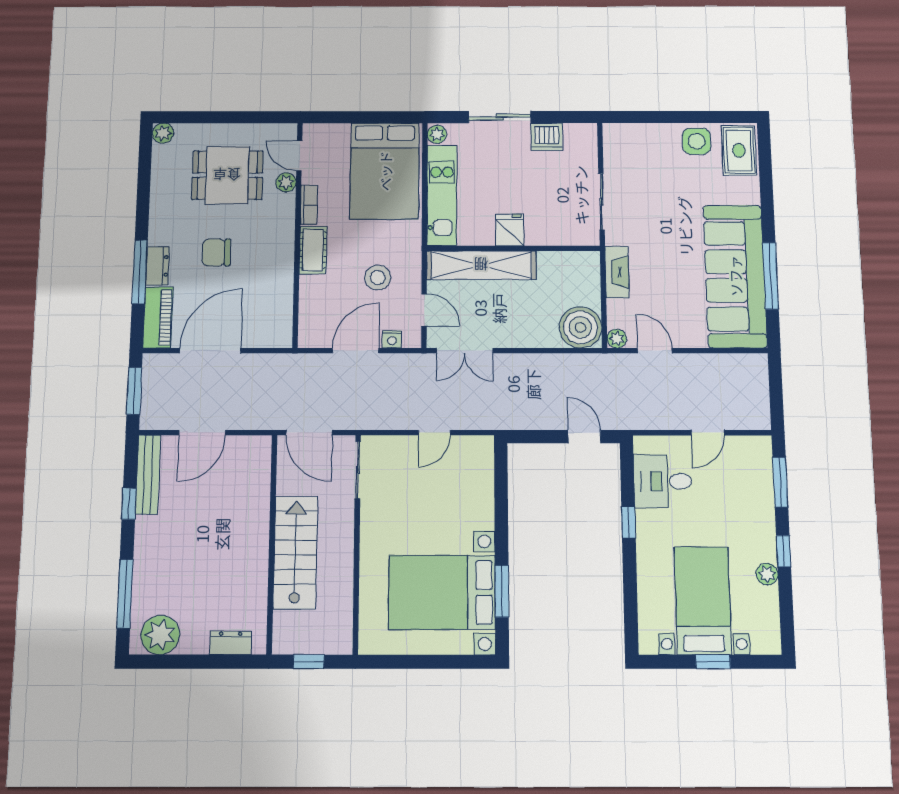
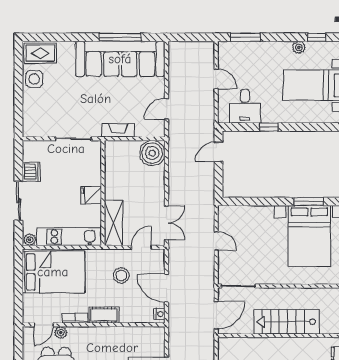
shelving: (481, 265) -> (113, 223), width x0.68
nightstand: (392, 339) -> (160, 314), moved
plant: (617, 339) -> (159, 131), removed
window: (784, 551) -> (317, 37), moved

